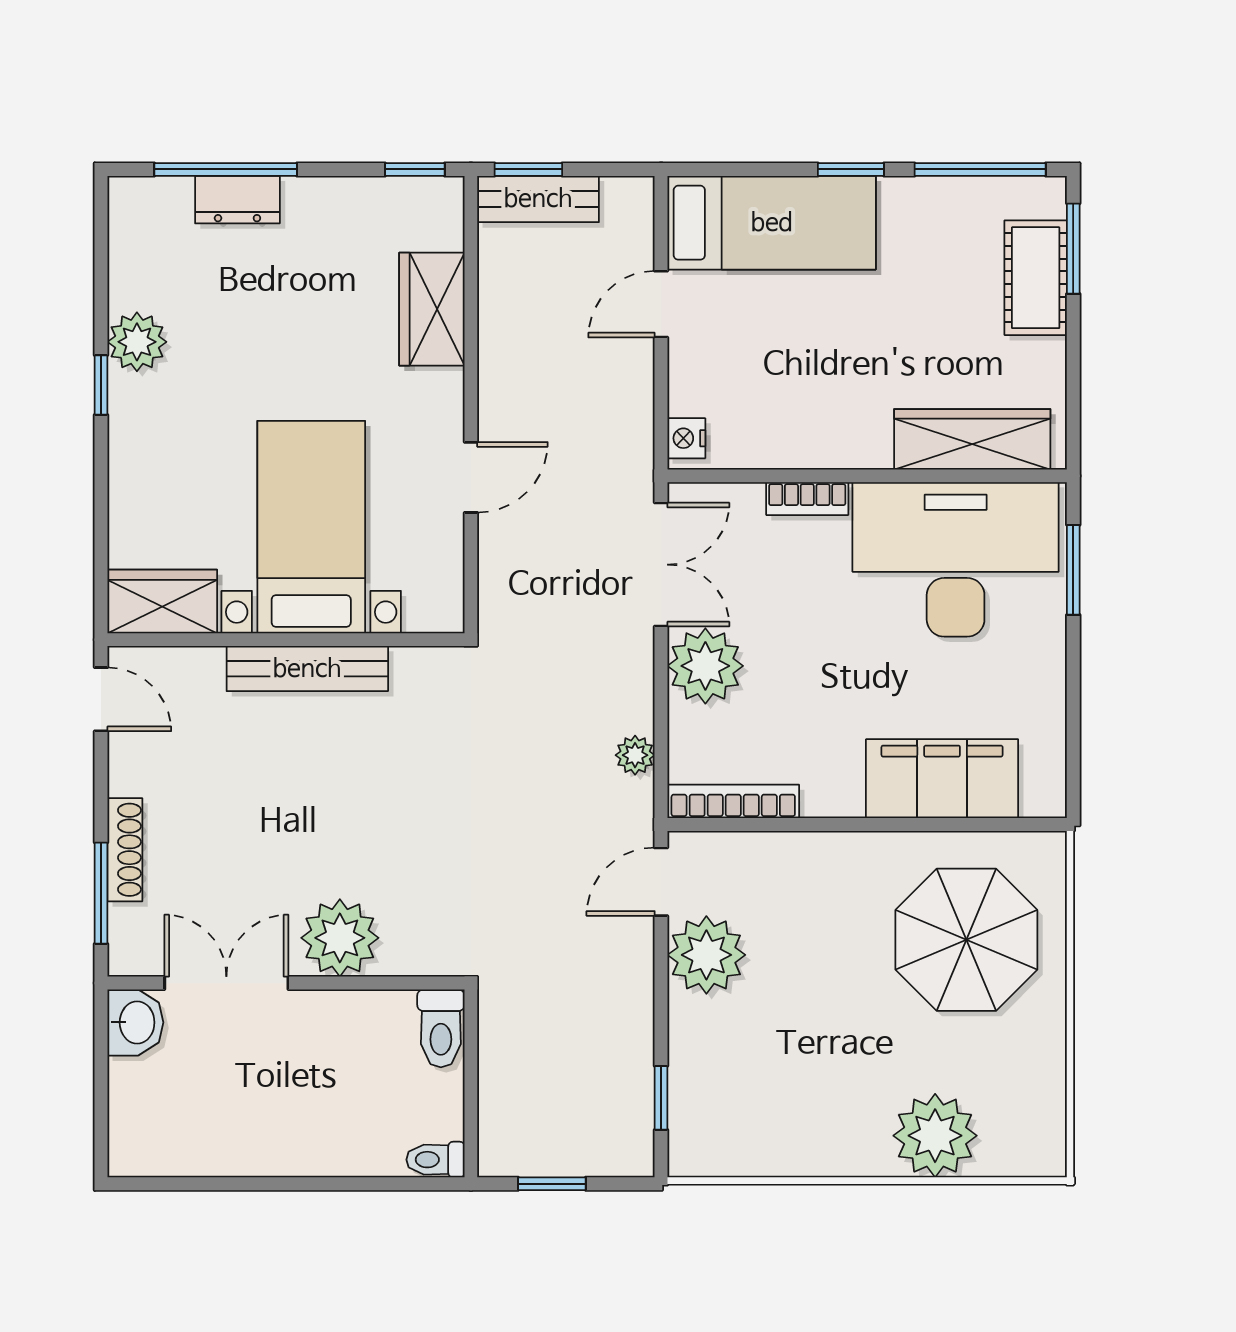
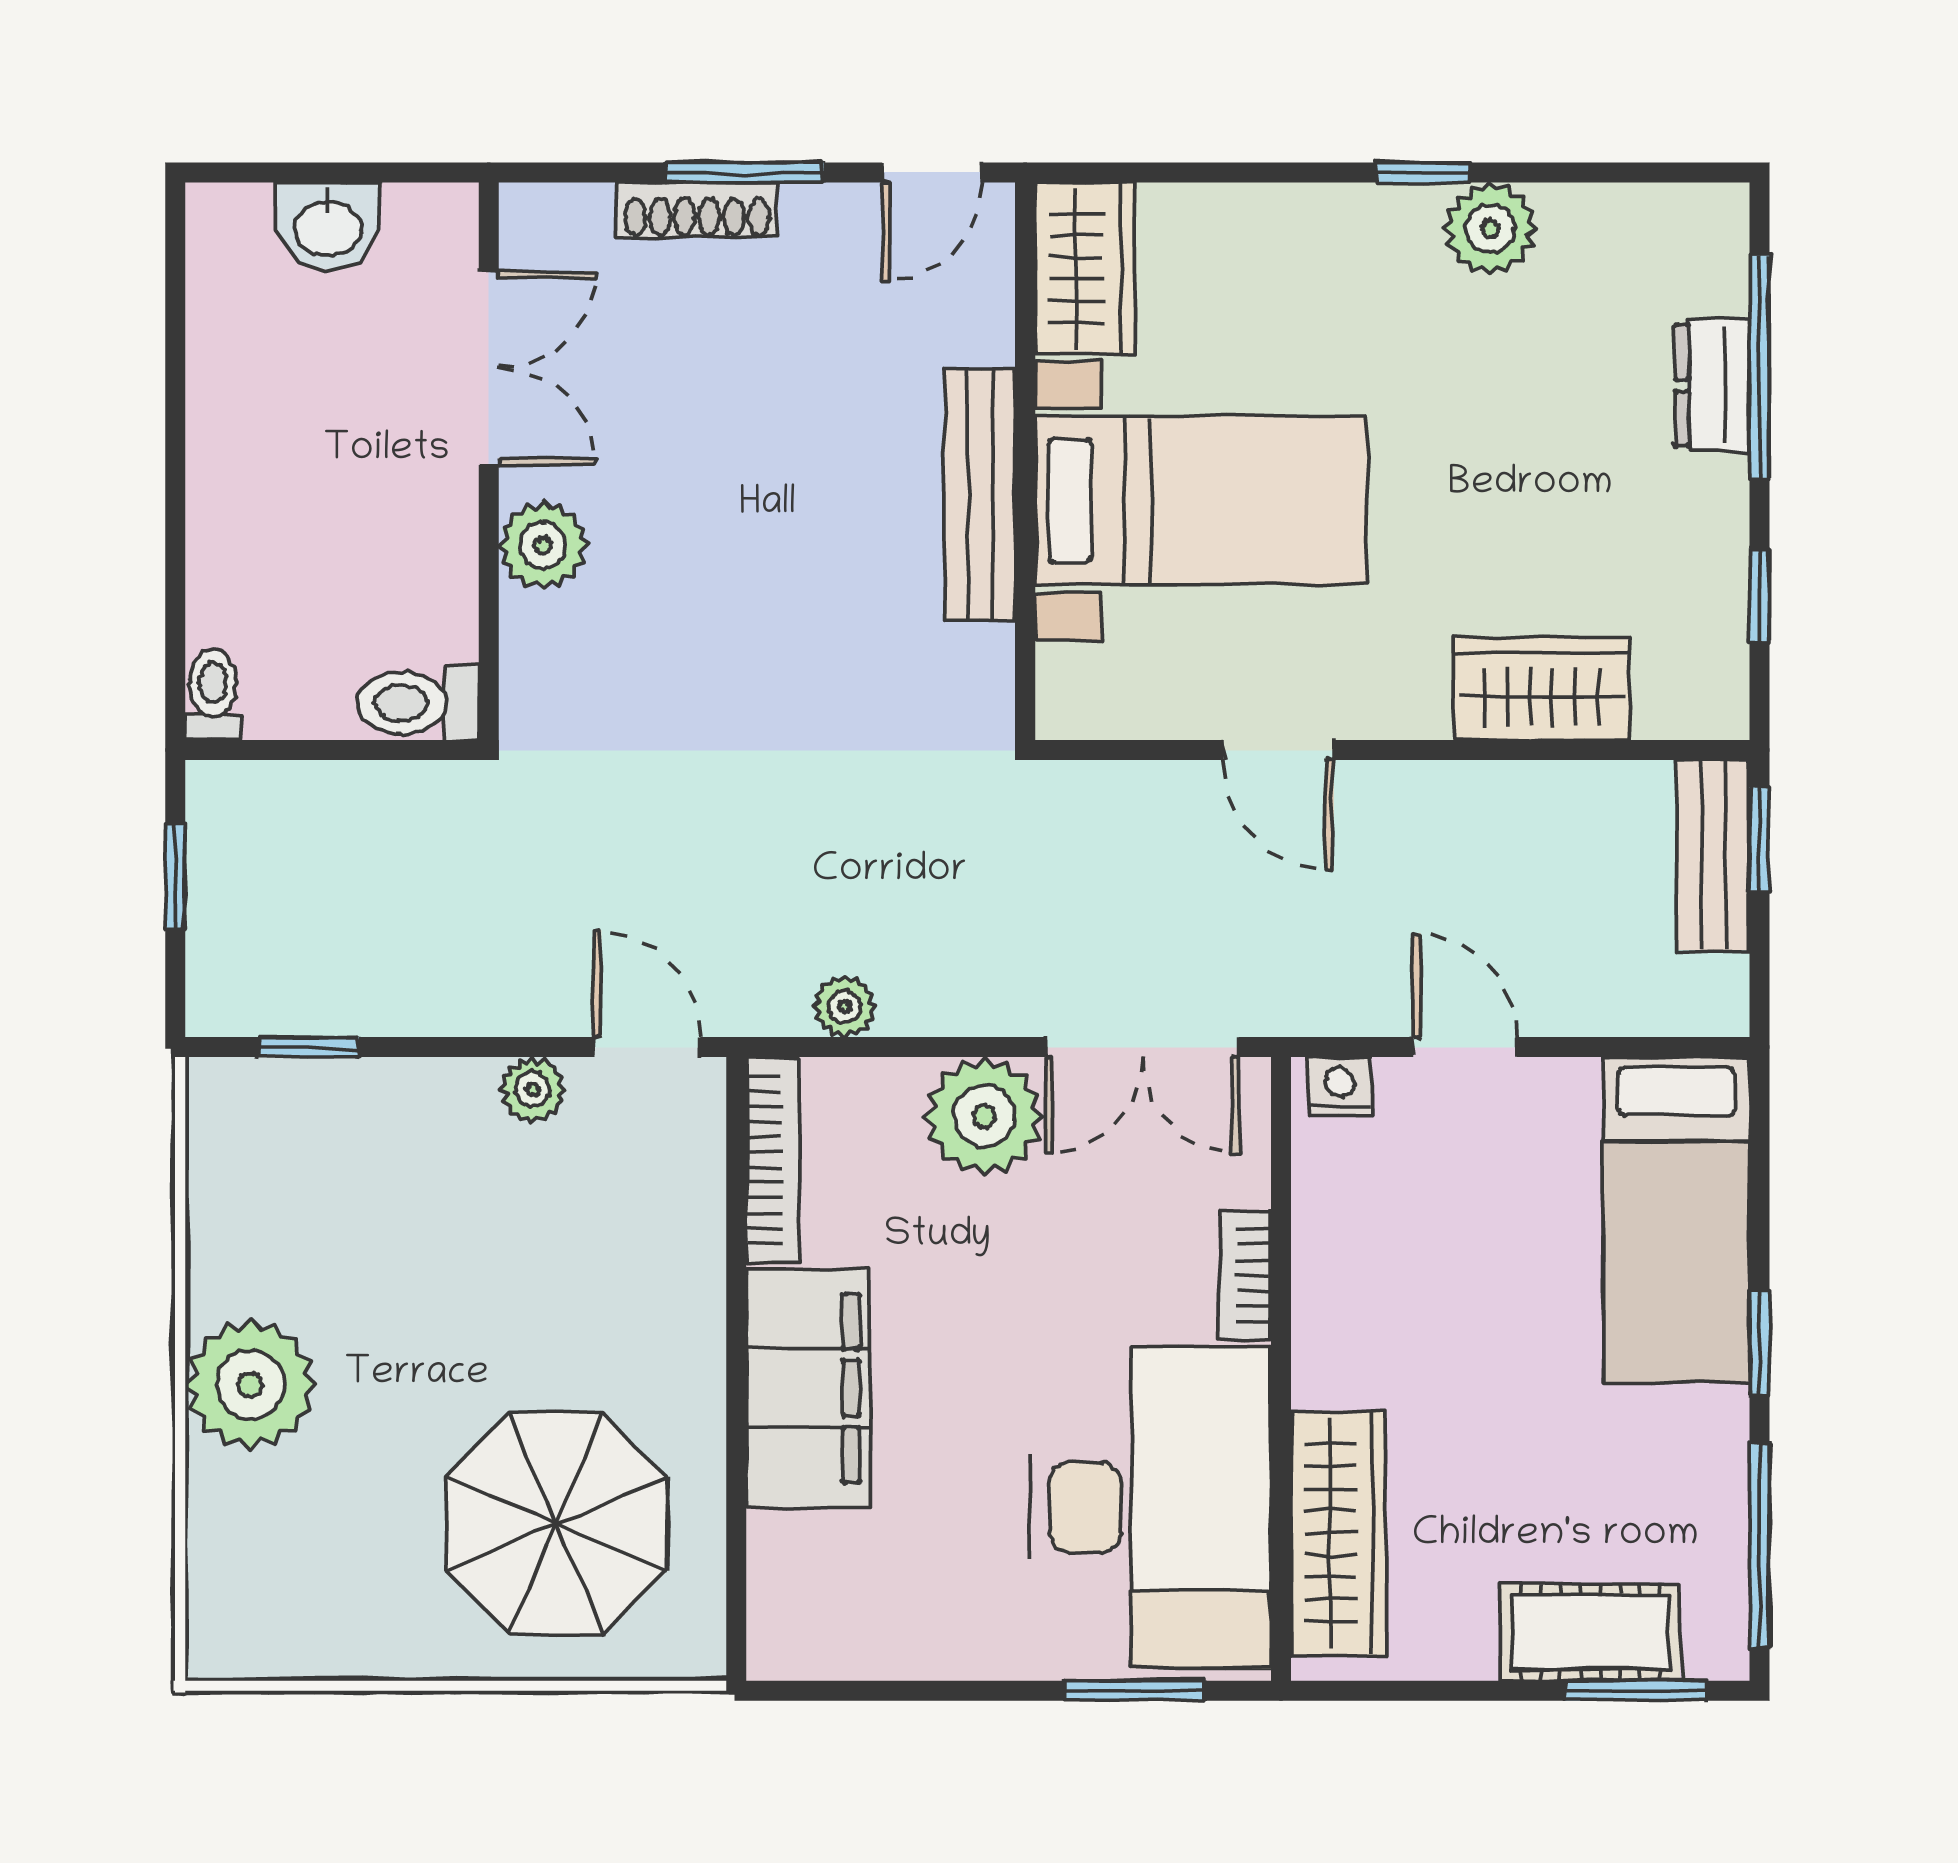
window: (415, 169) -> (1760, 595), moved
door: (661, 304) -> (1465, 1047), moved
filing cabinet: (942, 779) -> (808, 1388), moved
window: (101, 893) -> (745, 172), moved
plant: (340, 938) -> (543, 545), width x0.73, depth x0.73
plant: (706, 955) -> (533, 1090), width x0.53, depth x0.53
washbasin: (135, 1022) -> (328, 226), moved
plant: (935, 1136) -> (251, 1385), moved

